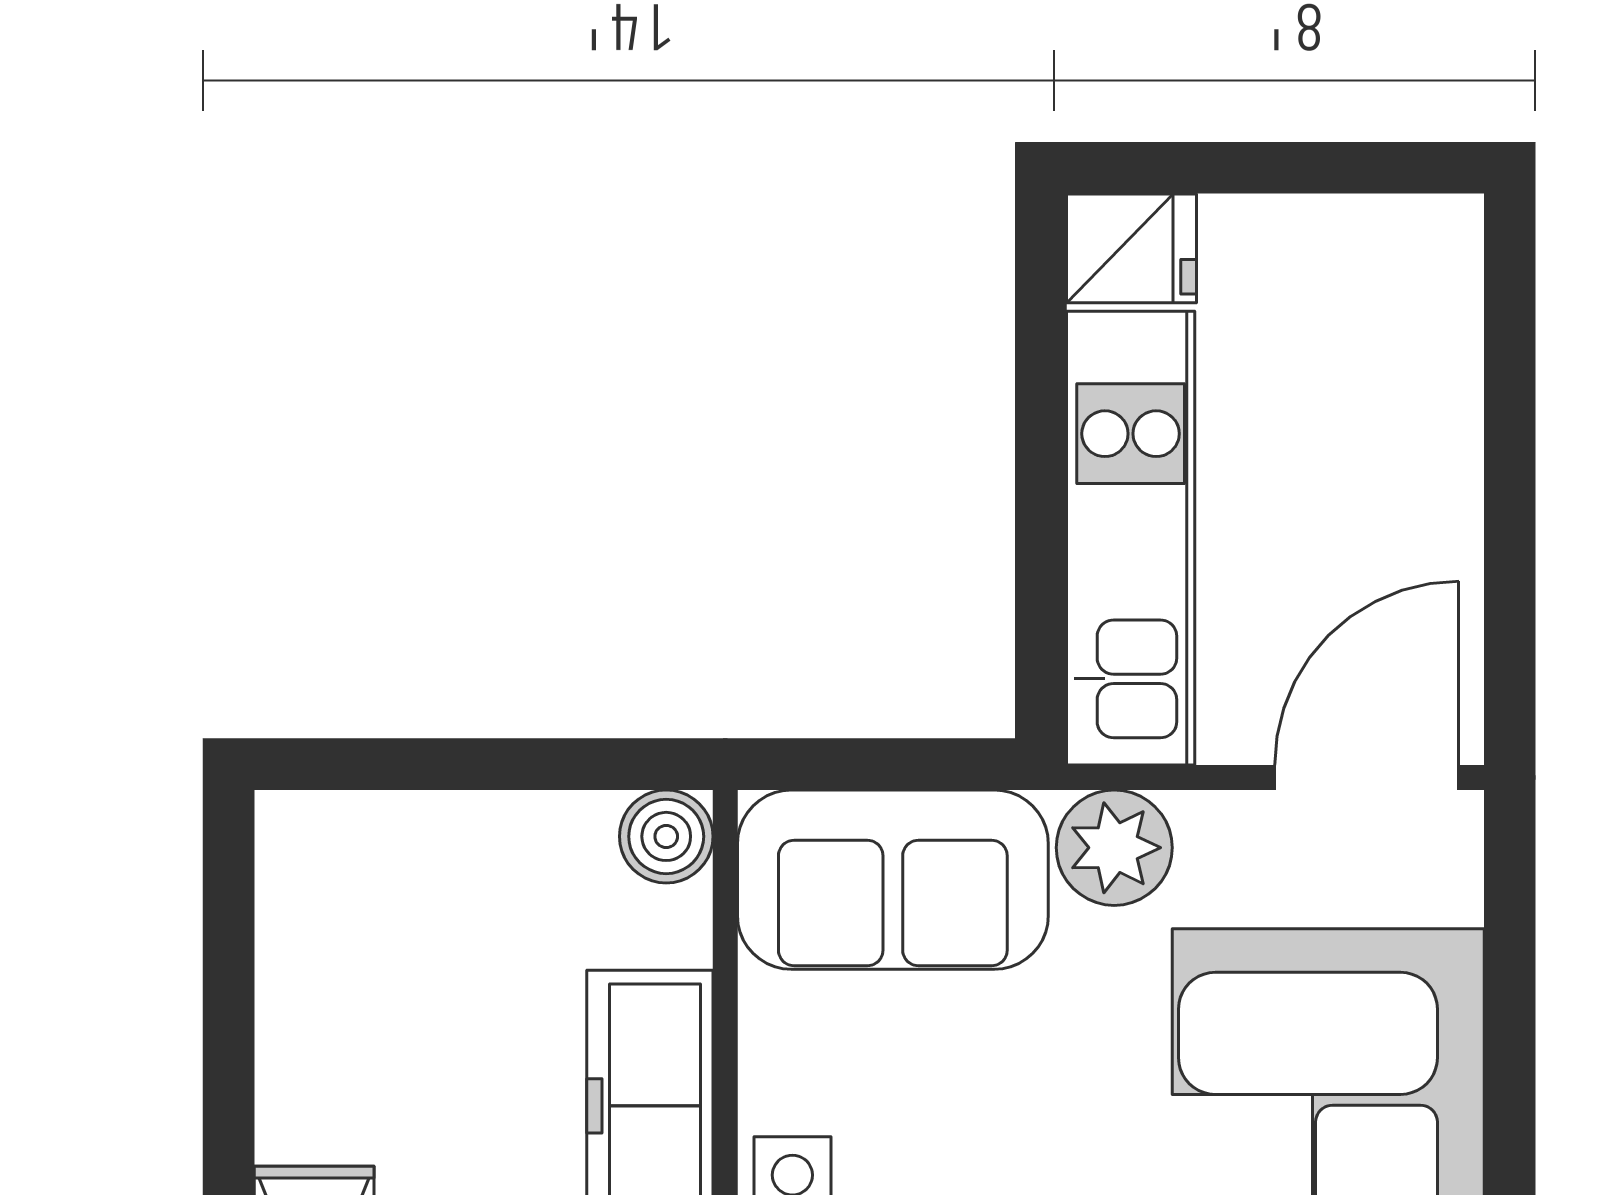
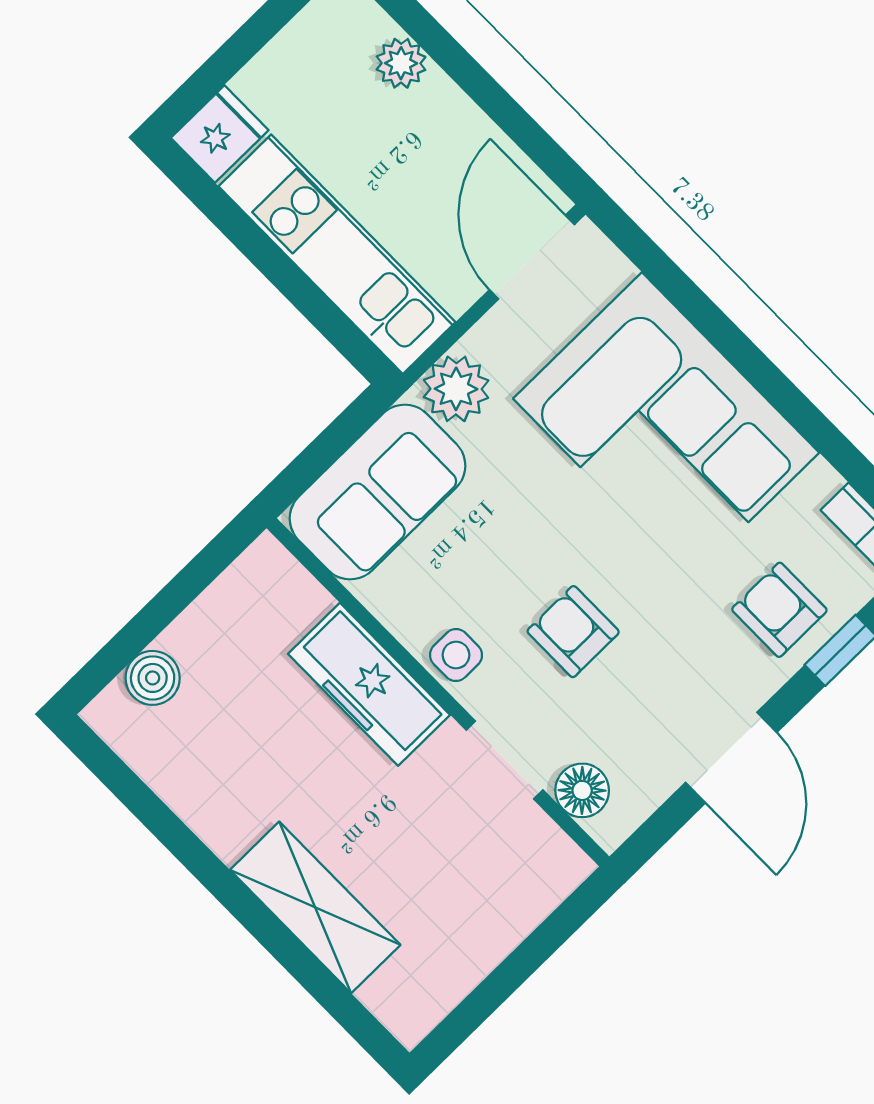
plant: (1440, 381) -> (401, 63), added
boiler: (666, 836) -> (153, 678), moved

